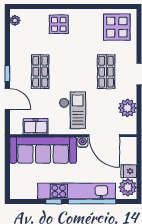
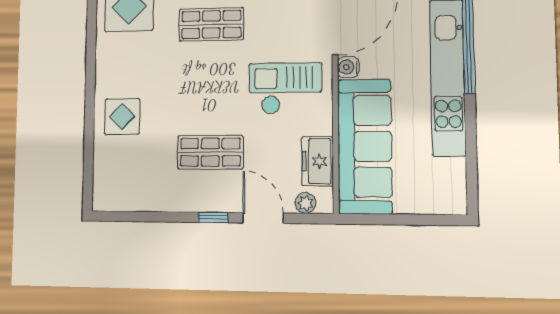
plant: (15, 20) -> (305, 203), moved
door: (7, 99) -> (263, 218), hinge flipped
window: (54, 201) -> (470, 124), removed

